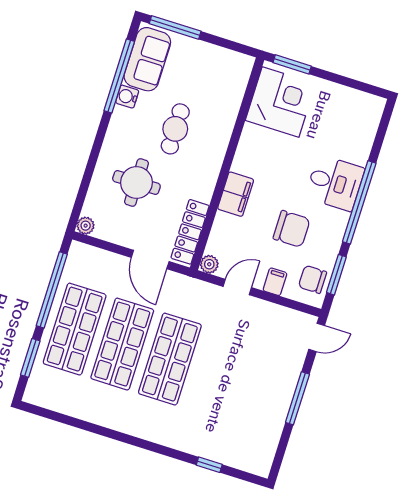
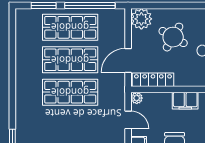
round table: (136, 182) -> (173, 37), turned 30
plant: (86, 226) -> (141, 19), width x1.87, depth x1.87

